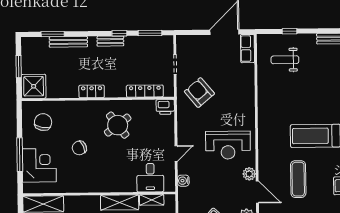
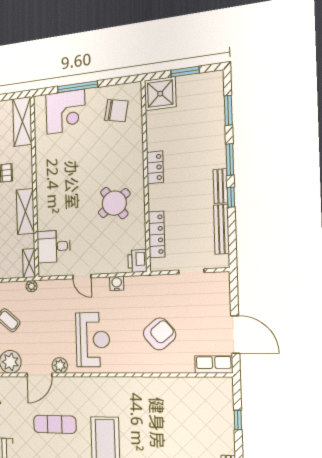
window: (150, 33) -> (230, 160), moved
bench: (68, 42) -> (221, 229), moved
weight bench: (285, 60) -> (200, 413), removed
armchair: (199, 93) -> (159, 334), moved
reception desk: (228, 145) -> (93, 340), turned 180
chair: (79, 148) -> (86, 158), removed
water cooler: (183, 181) -> (117, 283), moved
plant: (183, 198) -> (31, 286), added
shelving: (152, 200) -> (29, 263), moved

